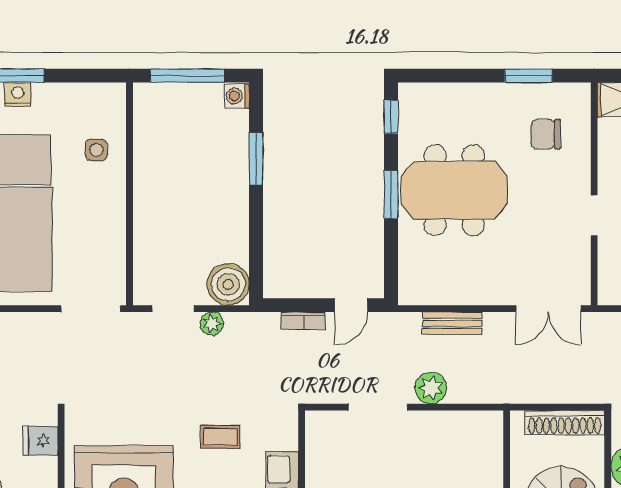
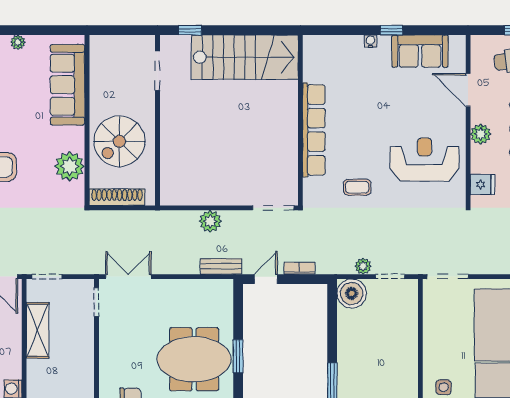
doorway: (594, 216) -> (97, 302), moved
bench: (452, 323) -> (221, 266), moved
doorway: (378, 407) -> (273, 208), moved

